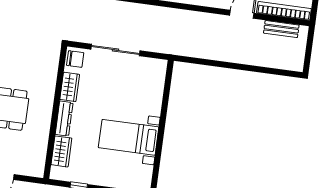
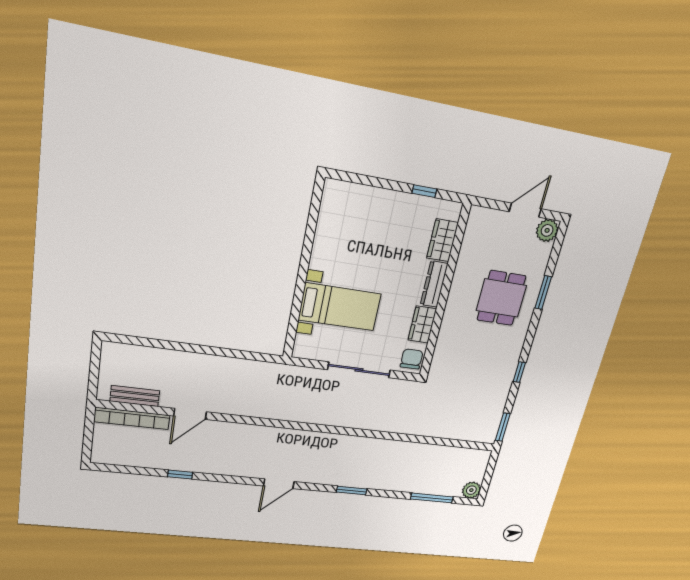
chair: (75, 59) -> (412, 359), turned 90
bed with nightstands: (129, 137) -> (340, 307), moved

